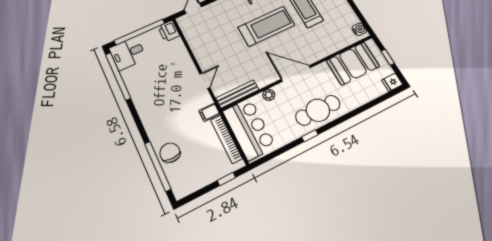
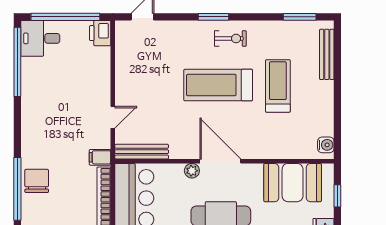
treadmill: (266, 26) -> (218, 85), turned 180
plant: (269, 95) -> (192, 171), moved

